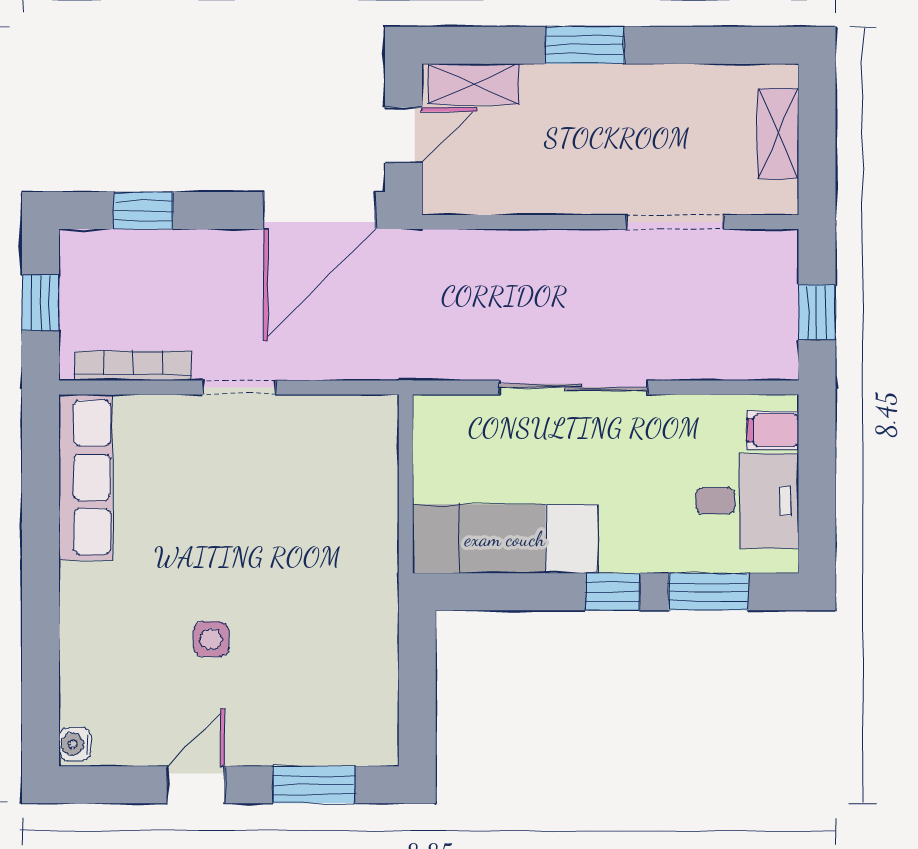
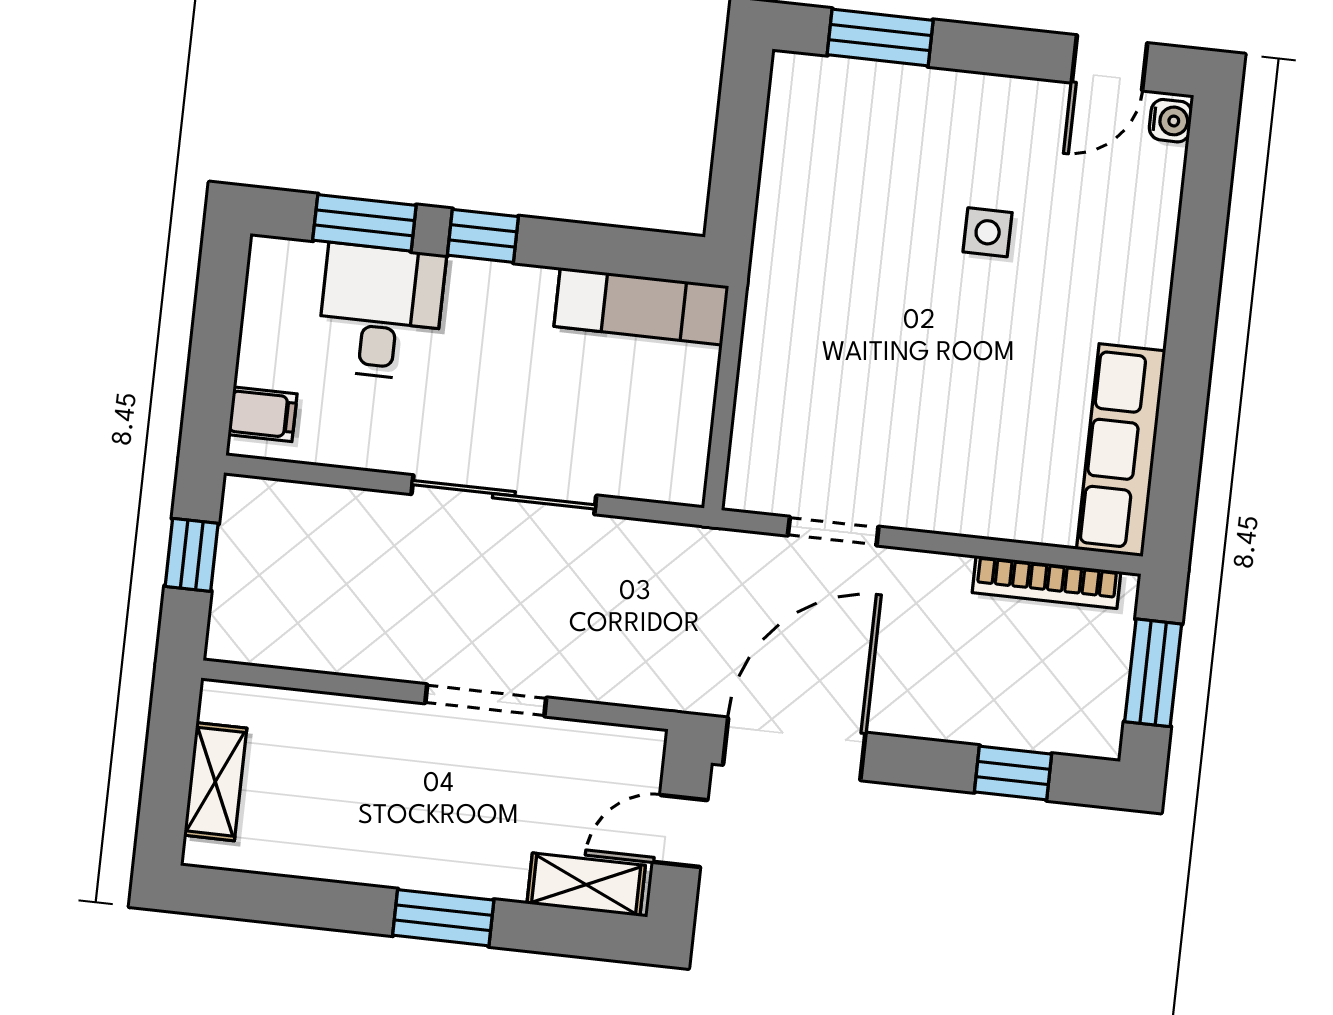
doorway: (675, 222) -> (486, 700), moved
window: (40, 303) -> (1153, 673), width x1.50
doorway: (239, 387) -> (833, 531), moved
desk: (747, 501) -> (381, 312), moved, turned 90
exam couch: (505, 539) -> (641, 306), width x0.73, depth x0.69
door: (196, 785) -> (1109, 63), moved

